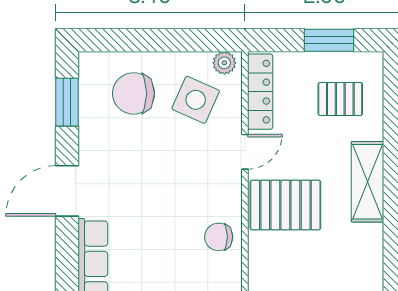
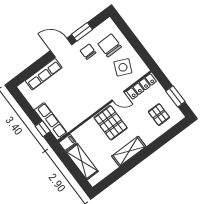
plant: (224, 63) -> (142, 68), removed
window: (67, 102) -> (82, 32), moved
shelving: (368, 182) -> (129, 151), moved
chair: (219, 237) -> (88, 52), moved

